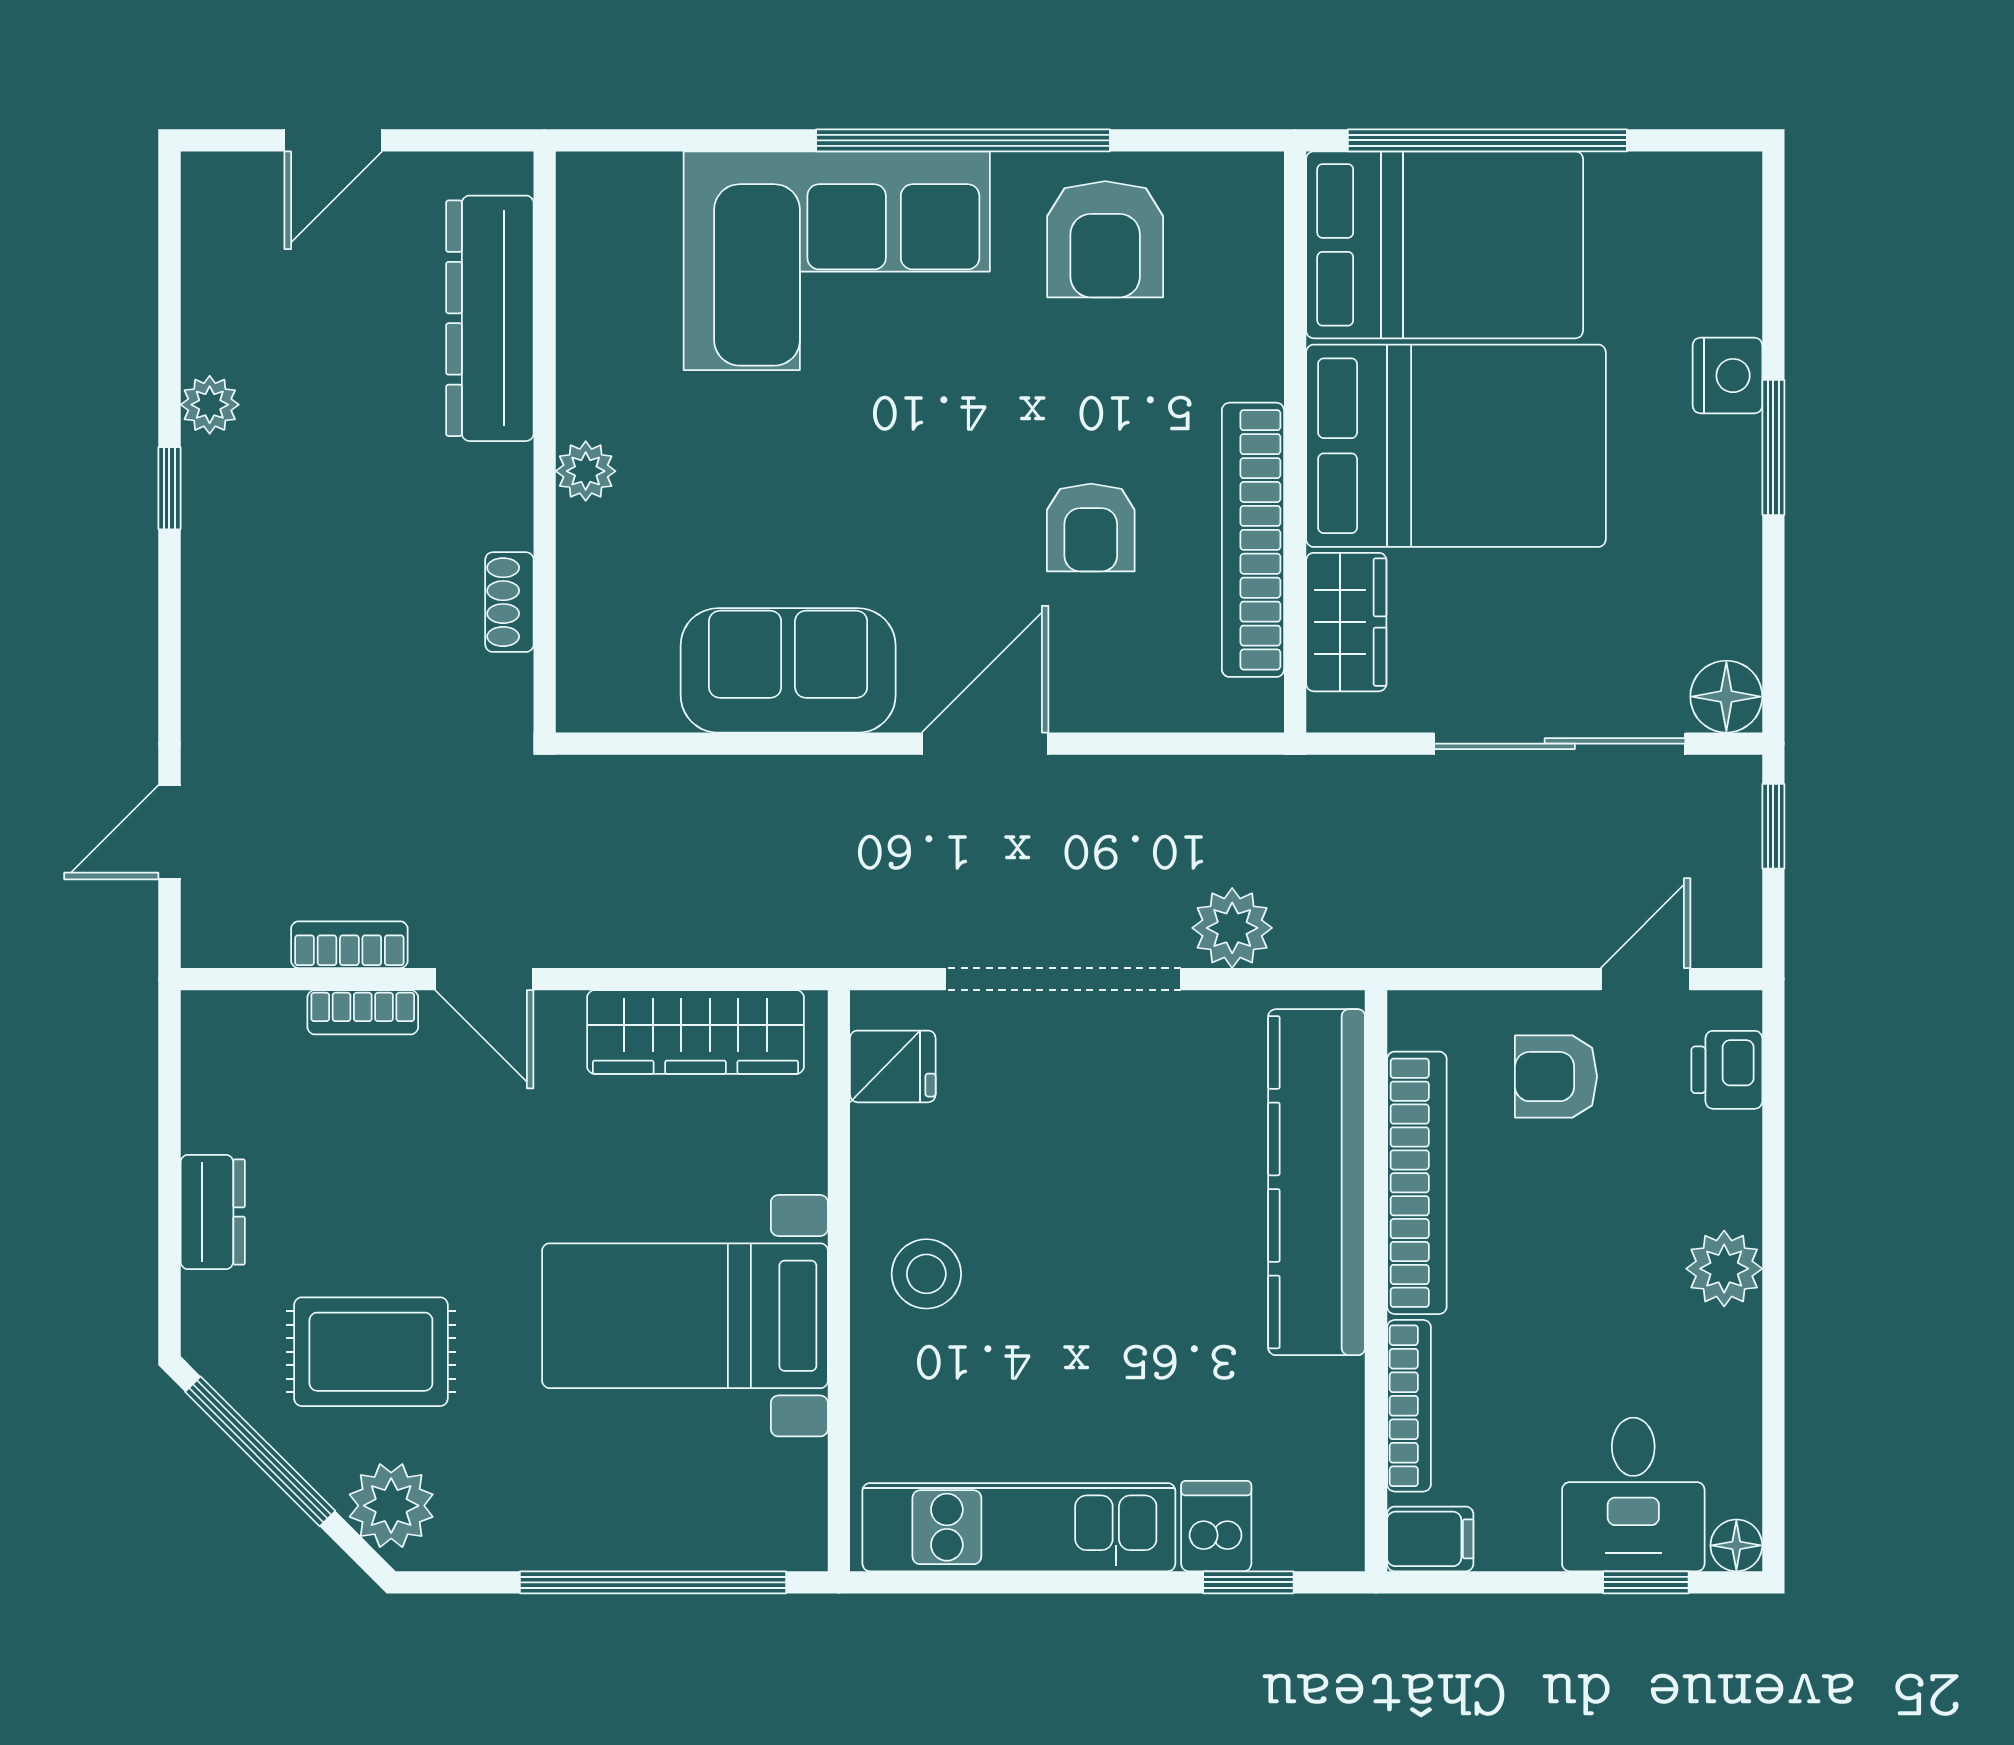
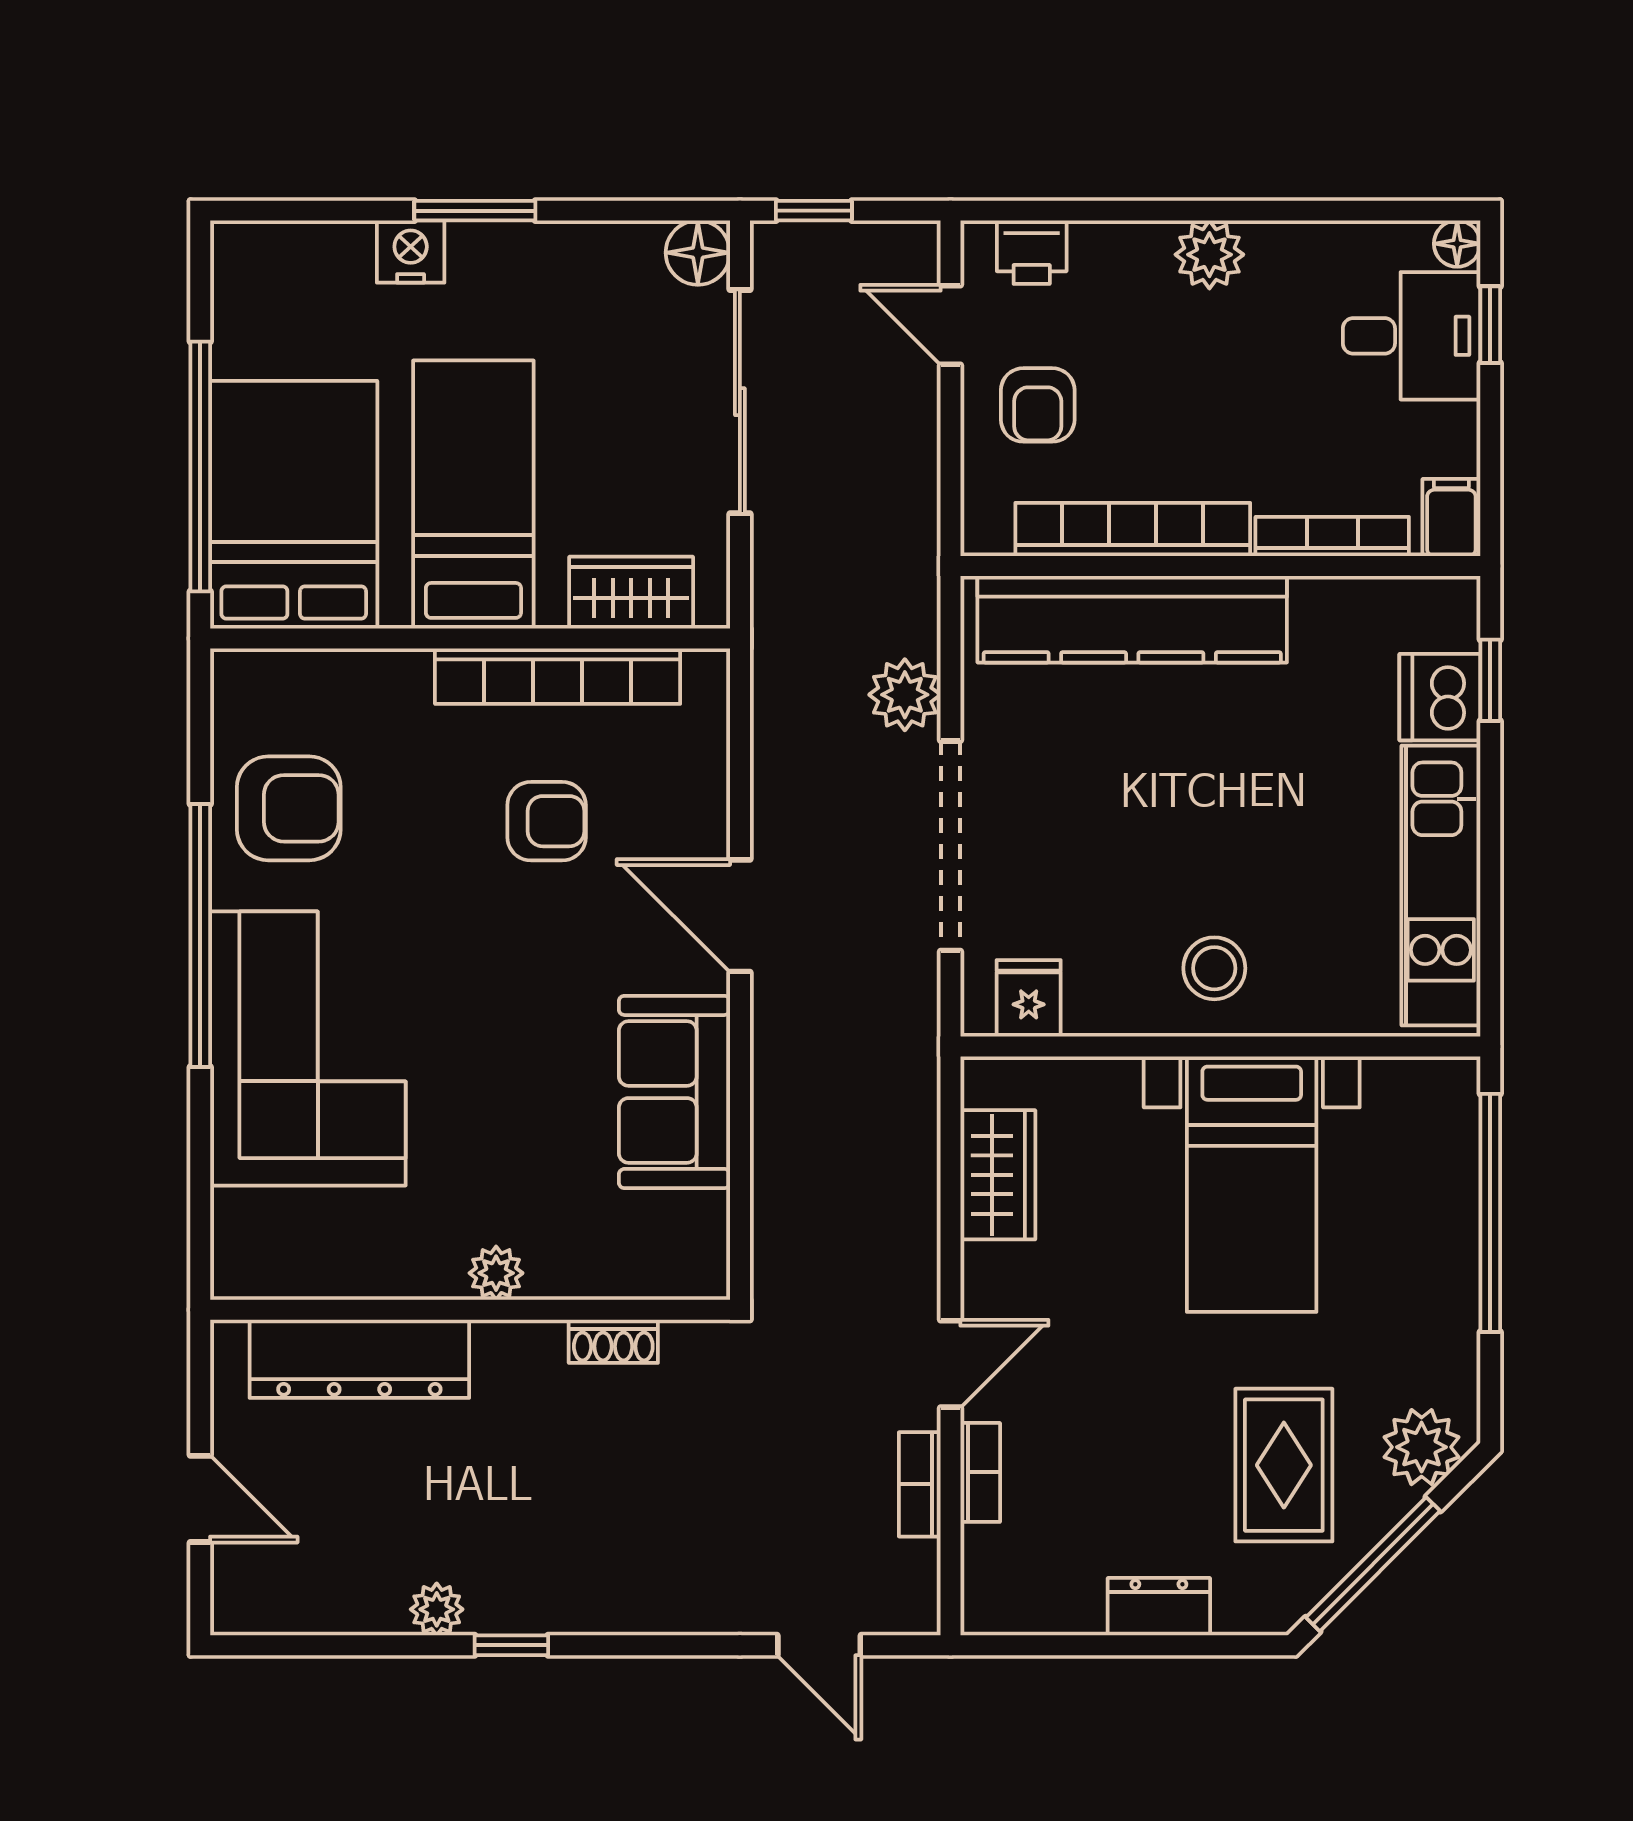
bed: (1456, 446) -> (473, 495), width x0.67
wardrobe: (695, 1032) -> (998, 1175), width x0.67
dishwasher: (1216, 1526) -> (1440, 697), width x1.38

